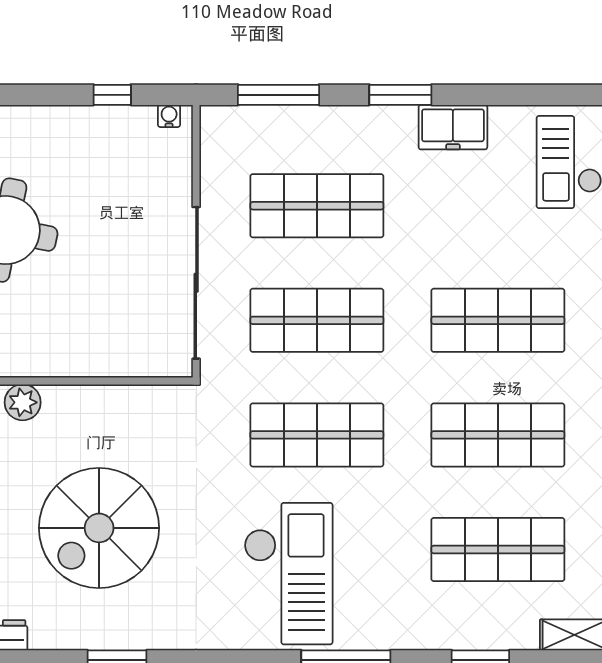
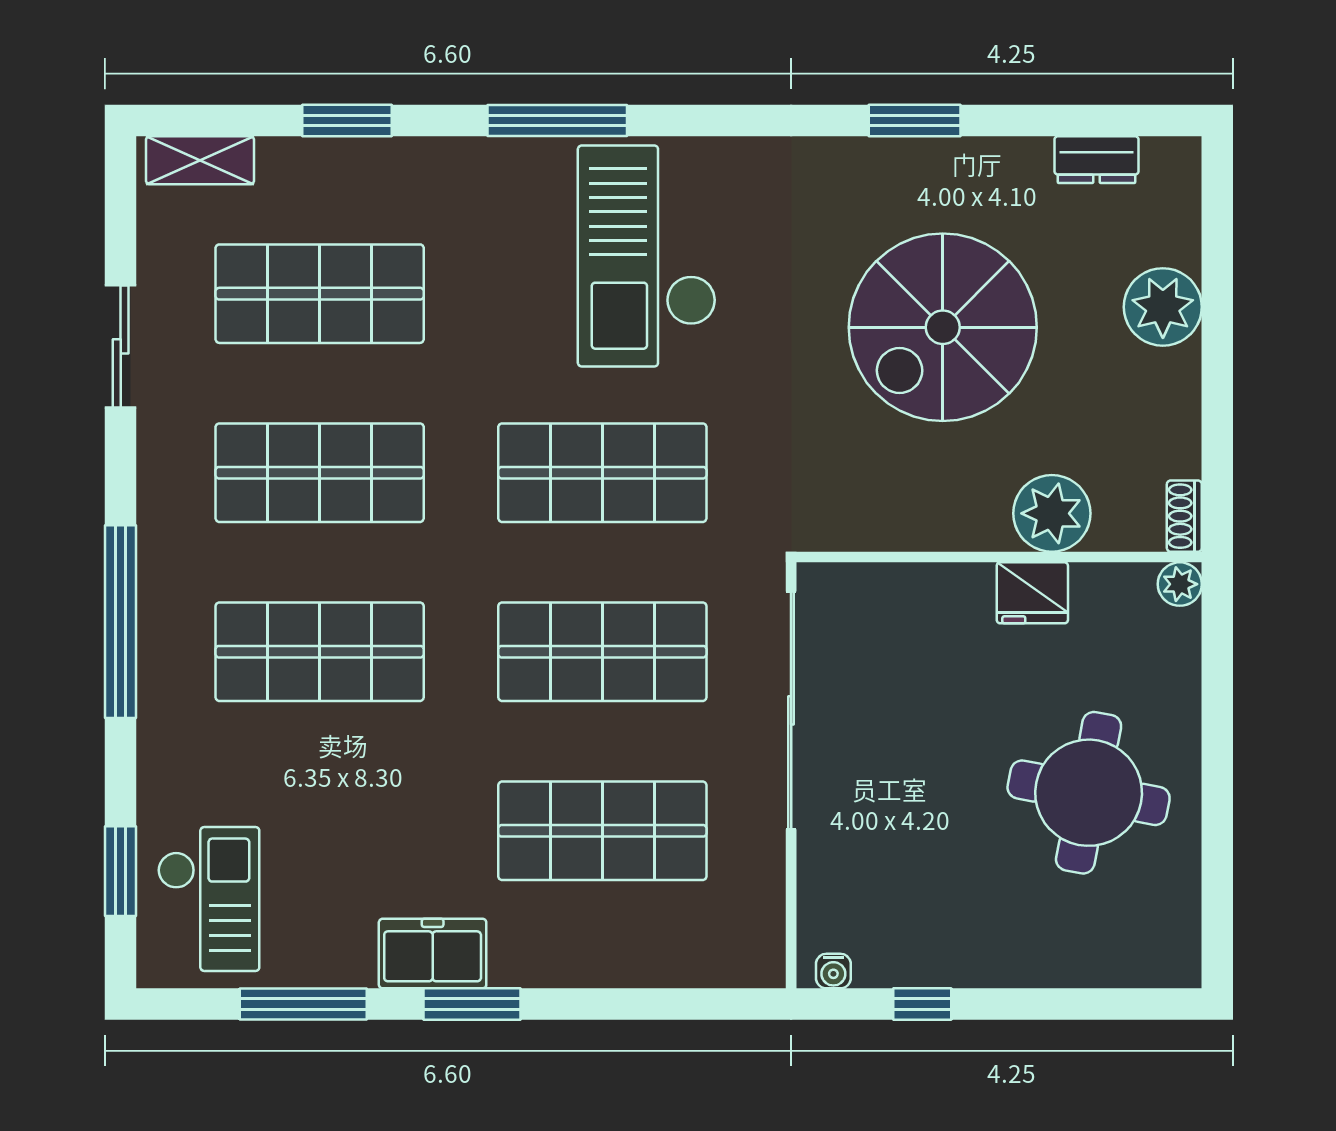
window: (278, 95) -> (303, 1004), moved
freezer: (453, 127) -> (433, 954), moved
fridge: (42, 358) -> (1032, 593), added
plant: (23, 402) -> (1052, 513), width x1.36, depth x1.36
spiral stairs: (99, 528) -> (943, 327), turned 180

